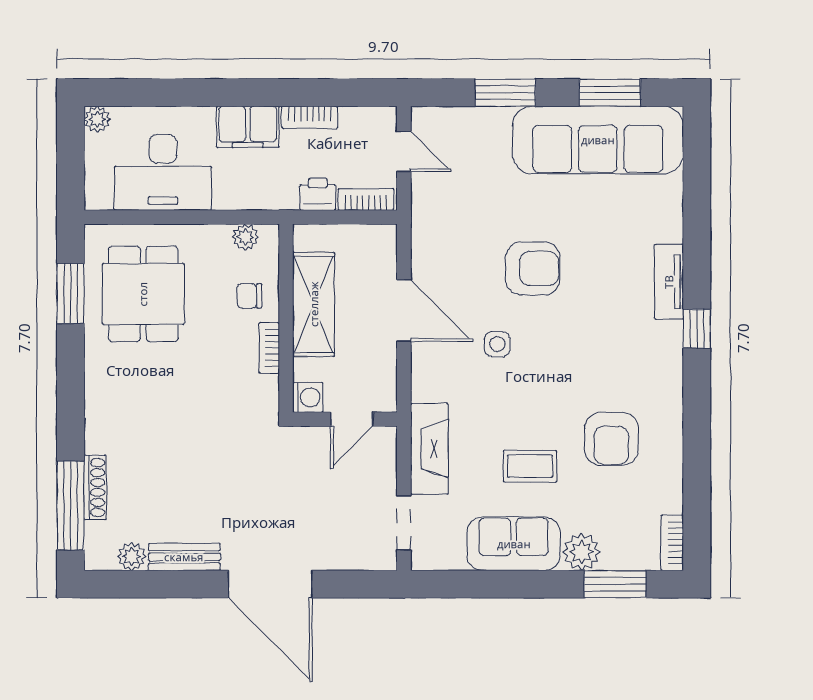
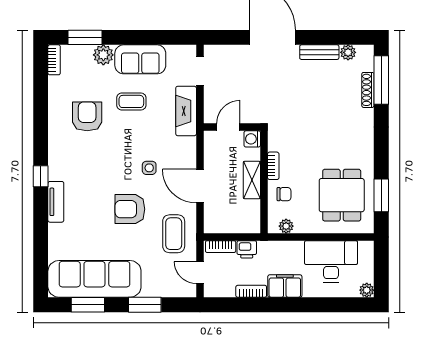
coffee table: (452, 223) -> (174, 234), added
shelving: (314, 304) -> (252, 180), width x0.67, depth x0.75

